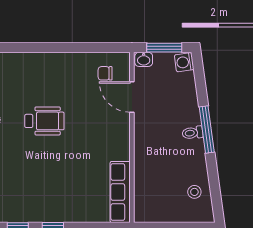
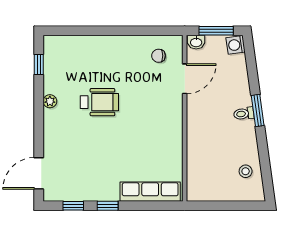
door: (132, 97) -> (185, 79), swing flipped
window: (207, 129) -> (258, 110), width x0.69
row of seats: (120, 192) -> (150, 192), moved, turned 90

